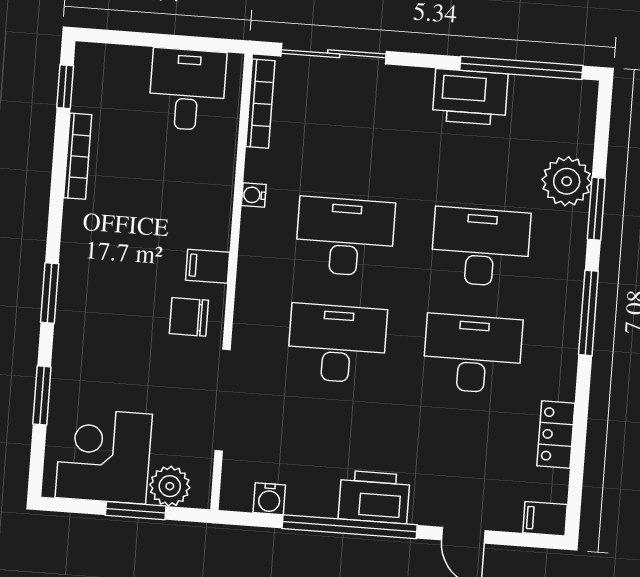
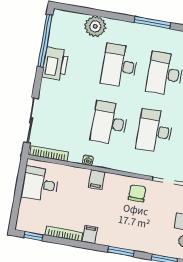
window: (596, 209) -> (108, 15), removed
filing cabinet: (82, 217) -> (90, 234), added
filing cabinet: (208, 266) -> (96, 180), moved
chair: (189, 317) -> (137, 193), turned 180

